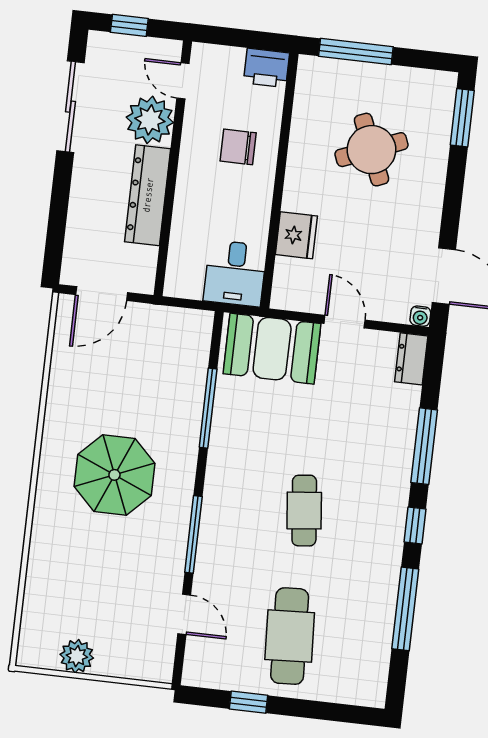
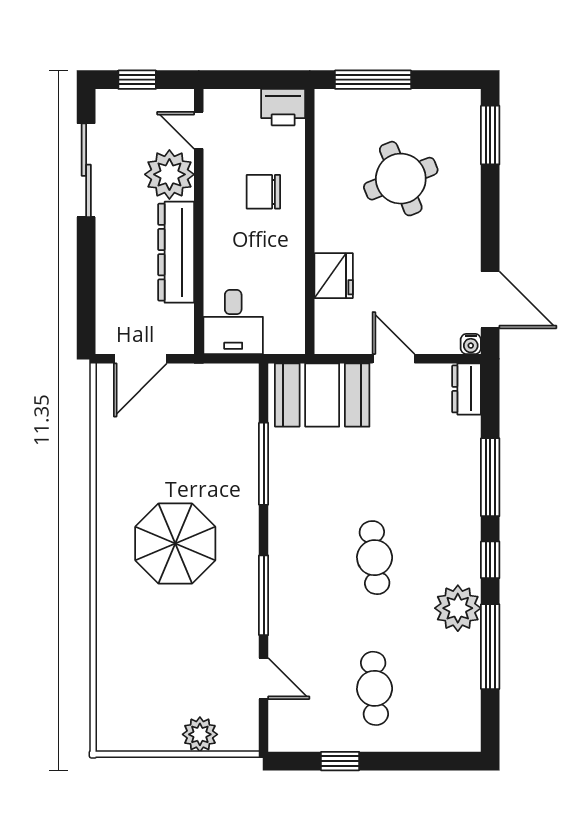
desk: (235, 273) -> (233, 322), moved
plant: (379, 568) -> (458, 608), added
cafe table: (290, 636) -> (375, 688), width x0.73, depth x0.74
plant: (77, 656) -> (200, 734), moved

